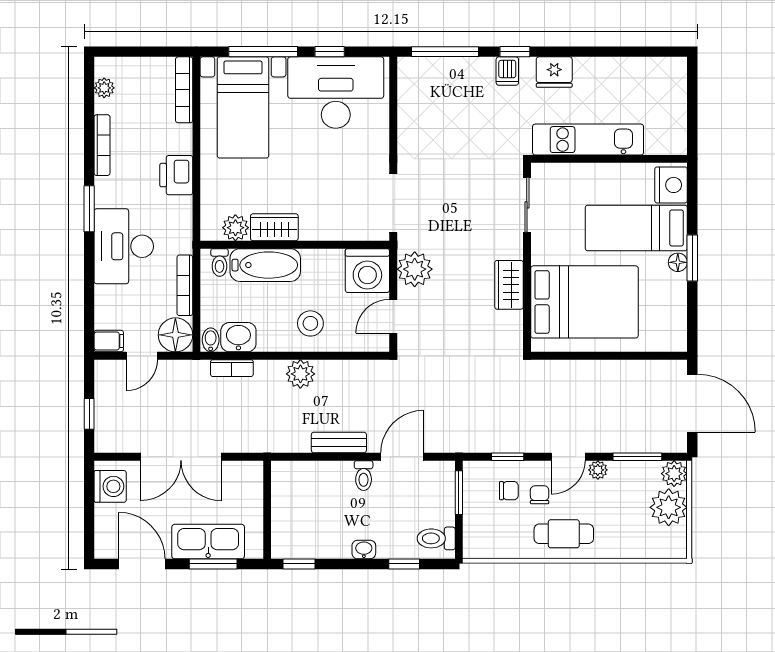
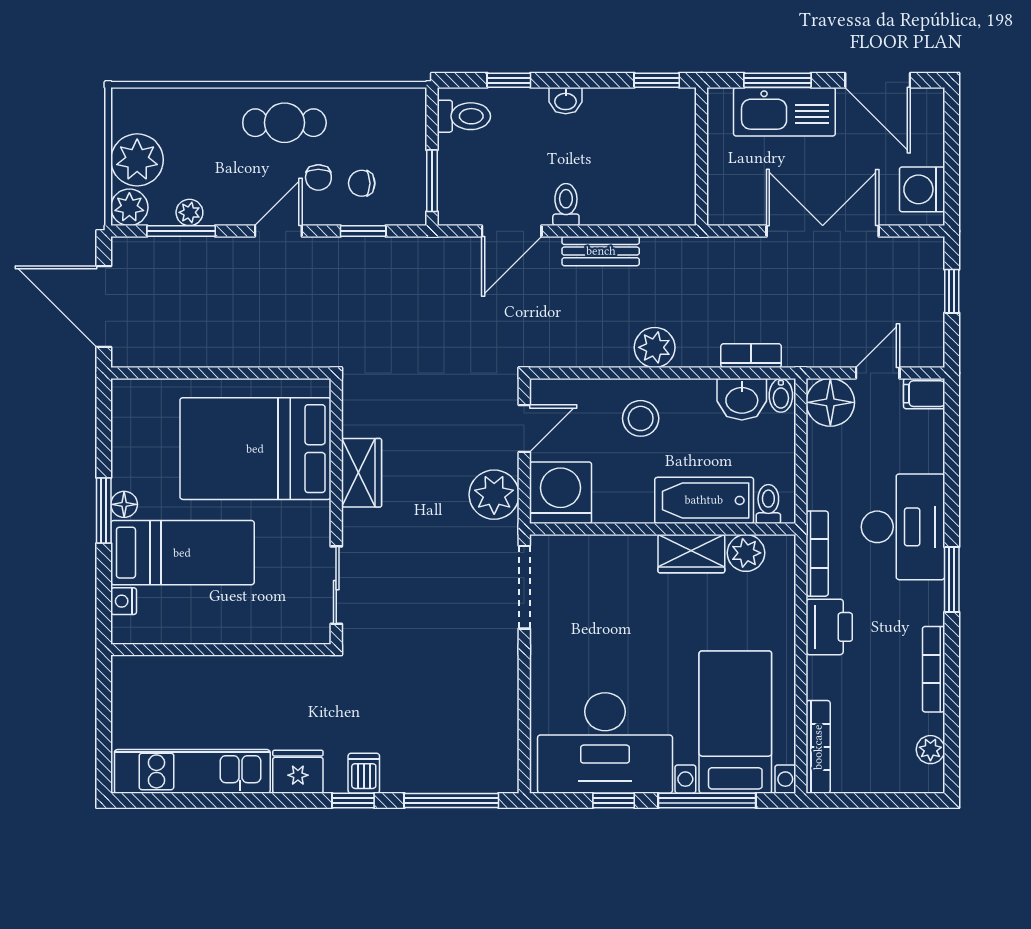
kitchen unit: (588, 140) -> (192, 771), moved, turned 180
nightstand: (671, 185) -> (124, 601), width x0.53, depth x0.56
bookcase: (185, 285) -> (817, 554), moved
plant: (598, 470) -> (189, 212), moved

